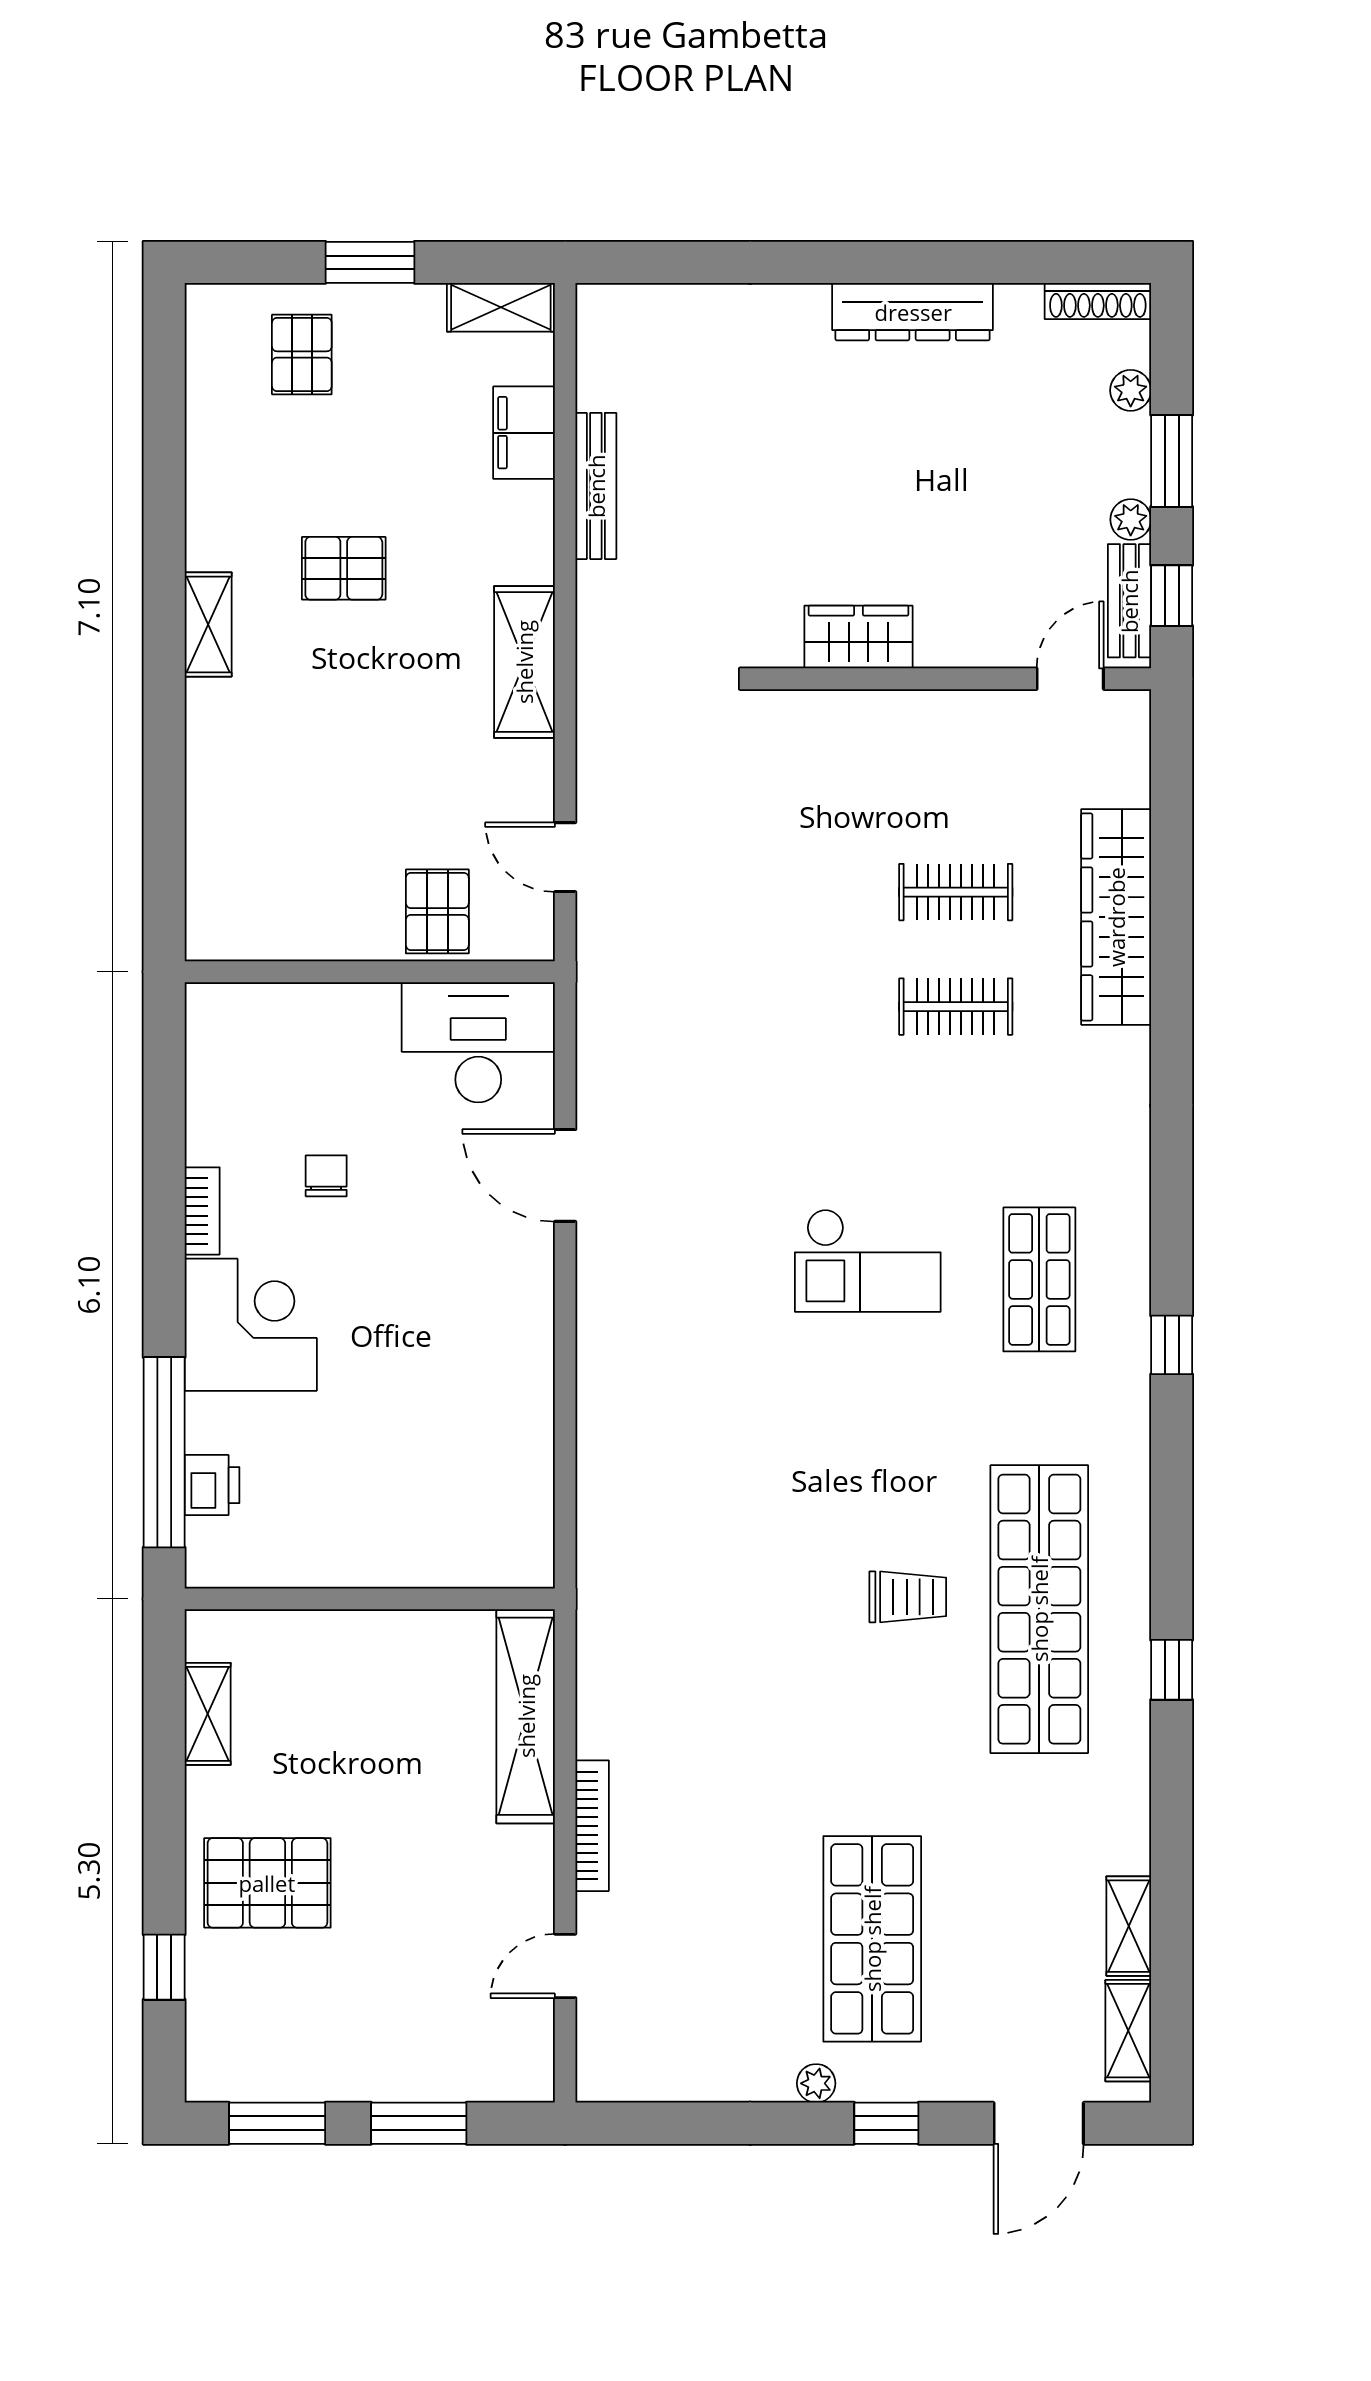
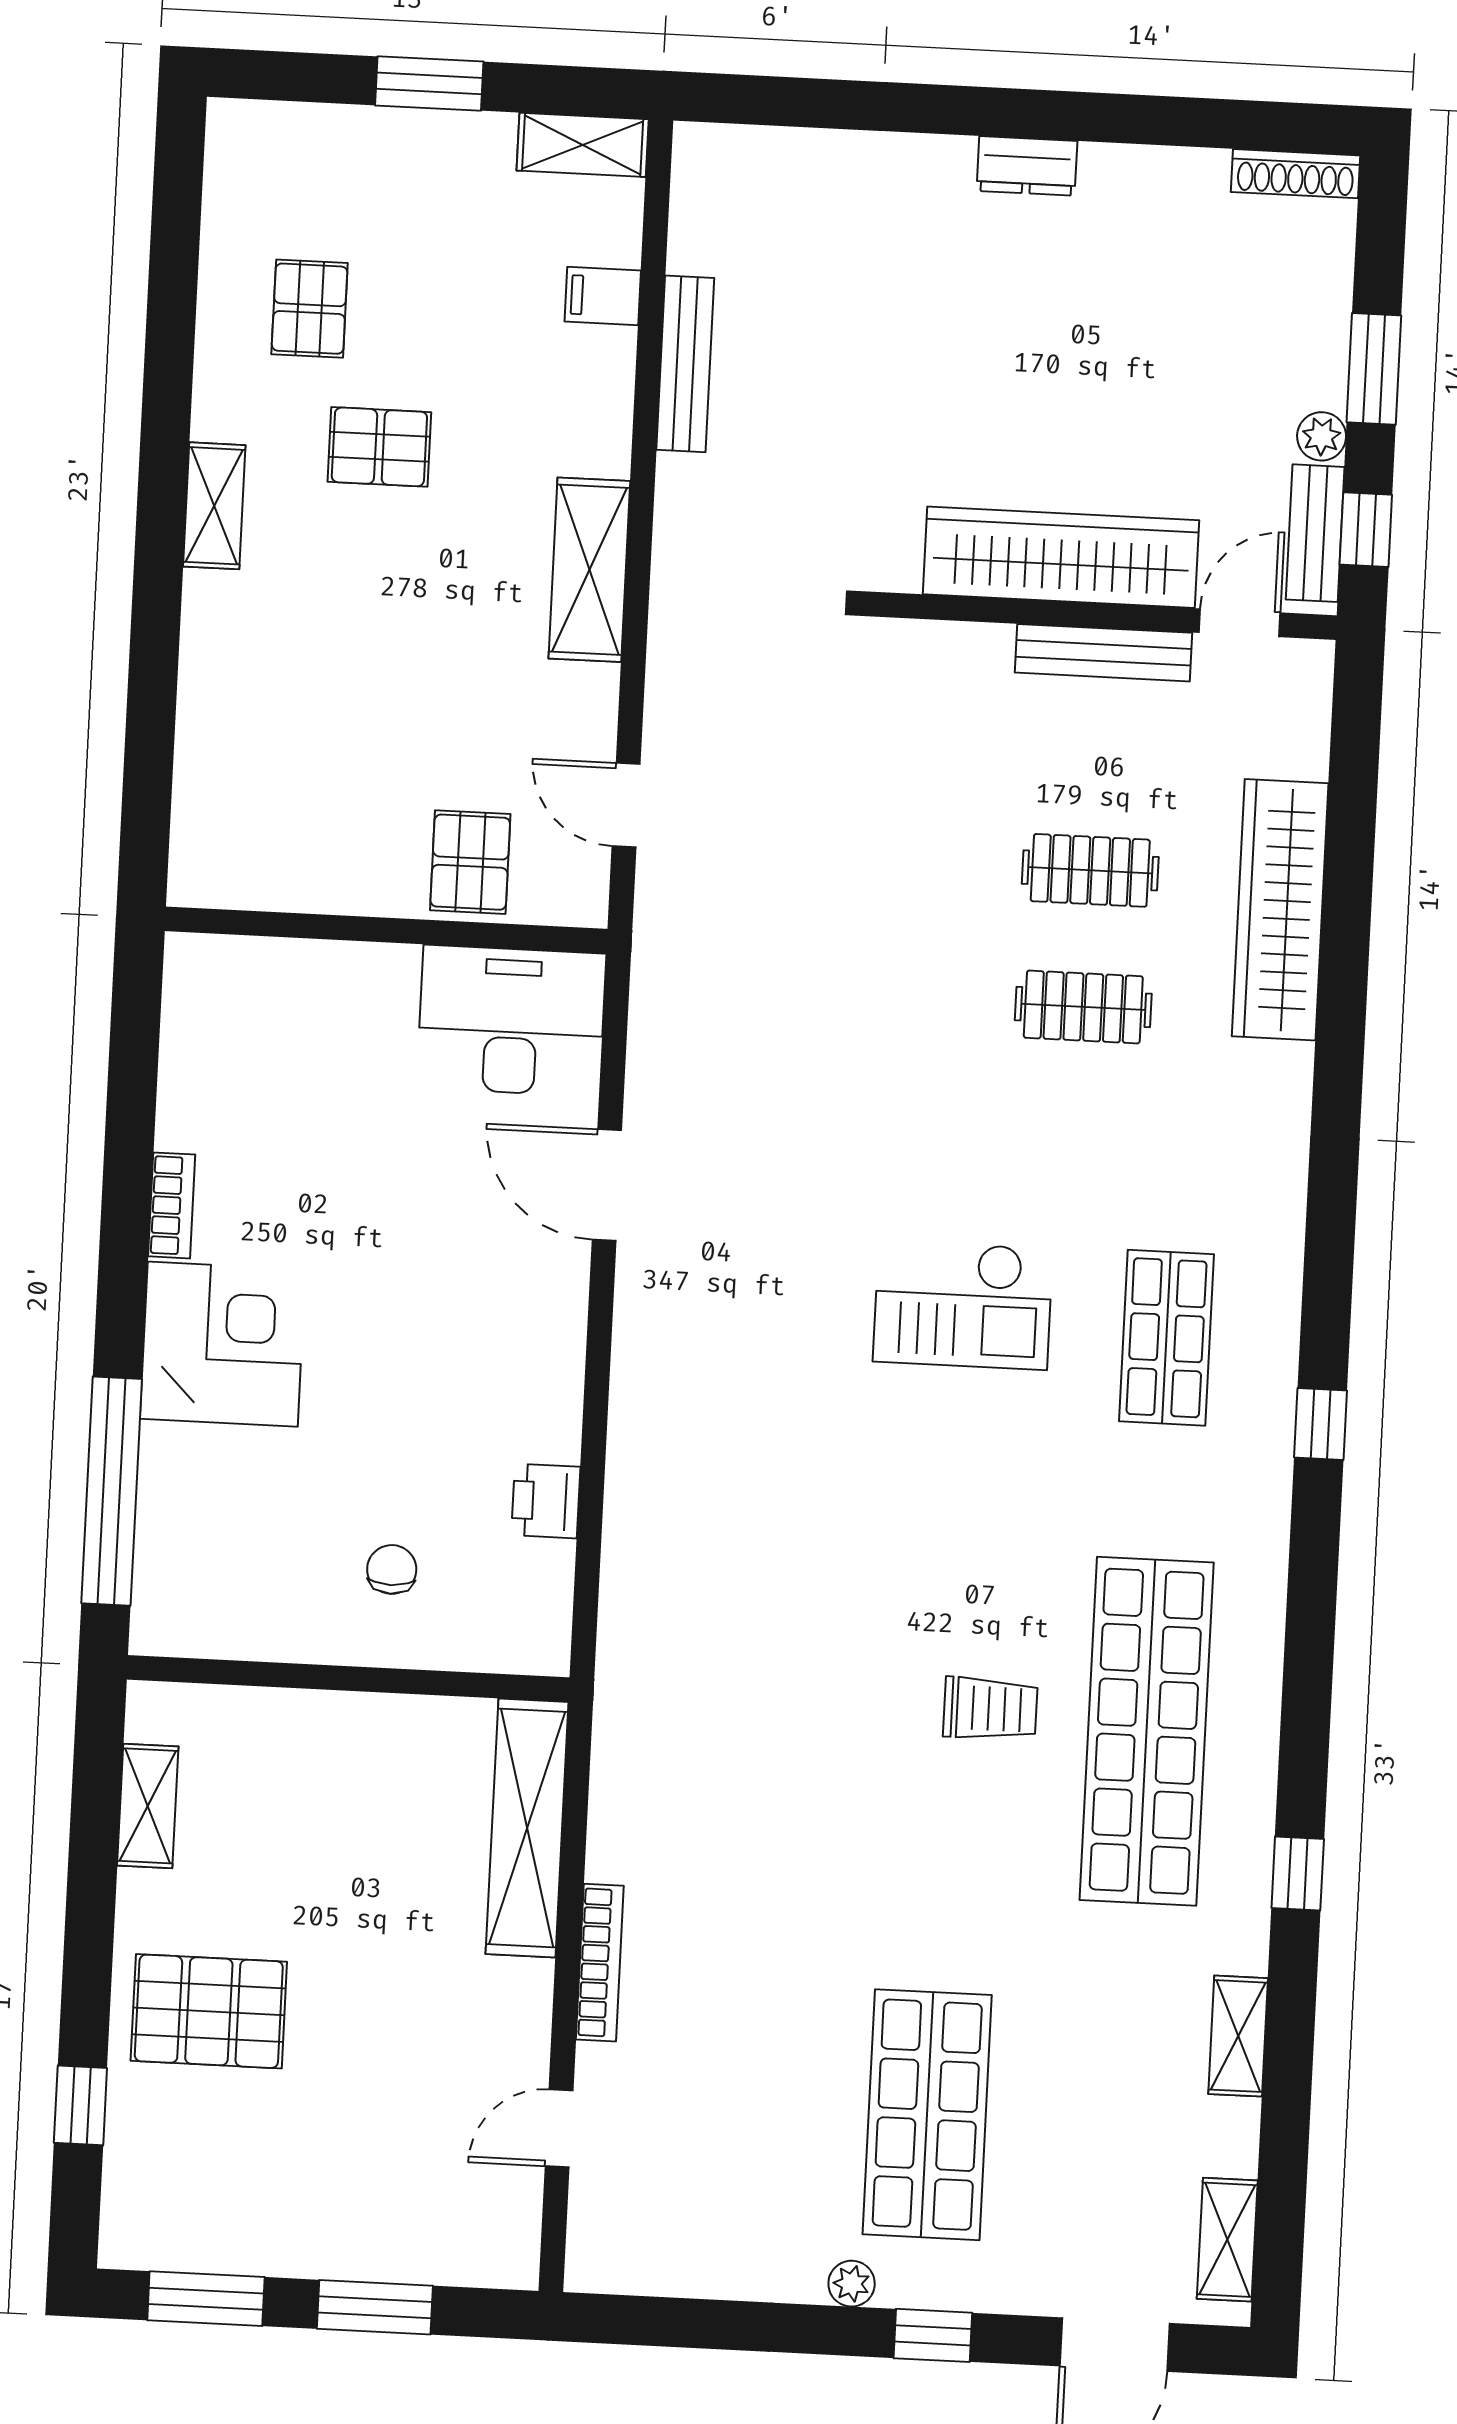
dresser: (913, 312) -> (1027, 166), width x0.51, depth x0.80
pallet: (302, 354) -> (310, 309), moved
plant: (1131, 390) -> (1329, 282), removed
filing cabinet: (524, 433) -> (603, 296), width x0.50
wardrobe: (859, 637) -> (1061, 557), width x2.10, depth x1.17
bench: (958, 710) -> (1104, 653), added
chair: (326, 1176) -> (392, 1569), moved
printer: (212, 1485) -> (546, 1501), moved, turned 180
window: (1172, 1670) -> (1298, 1874), moved
shelving: (1129, 1926) -> (1238, 2036), moved

